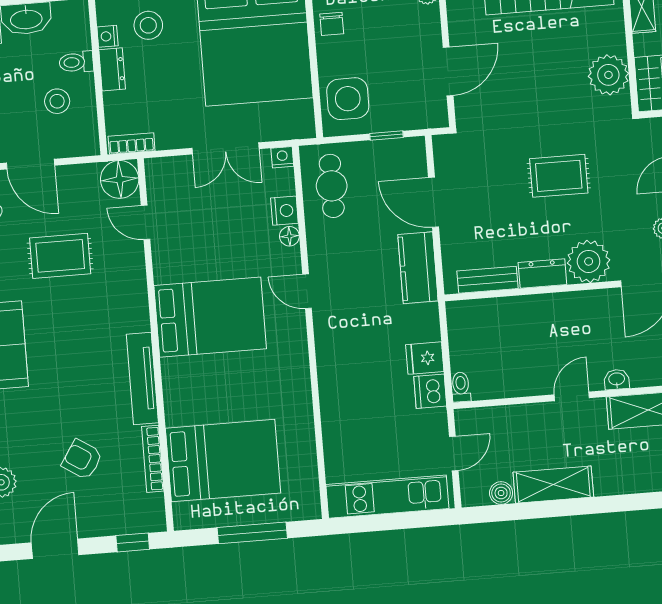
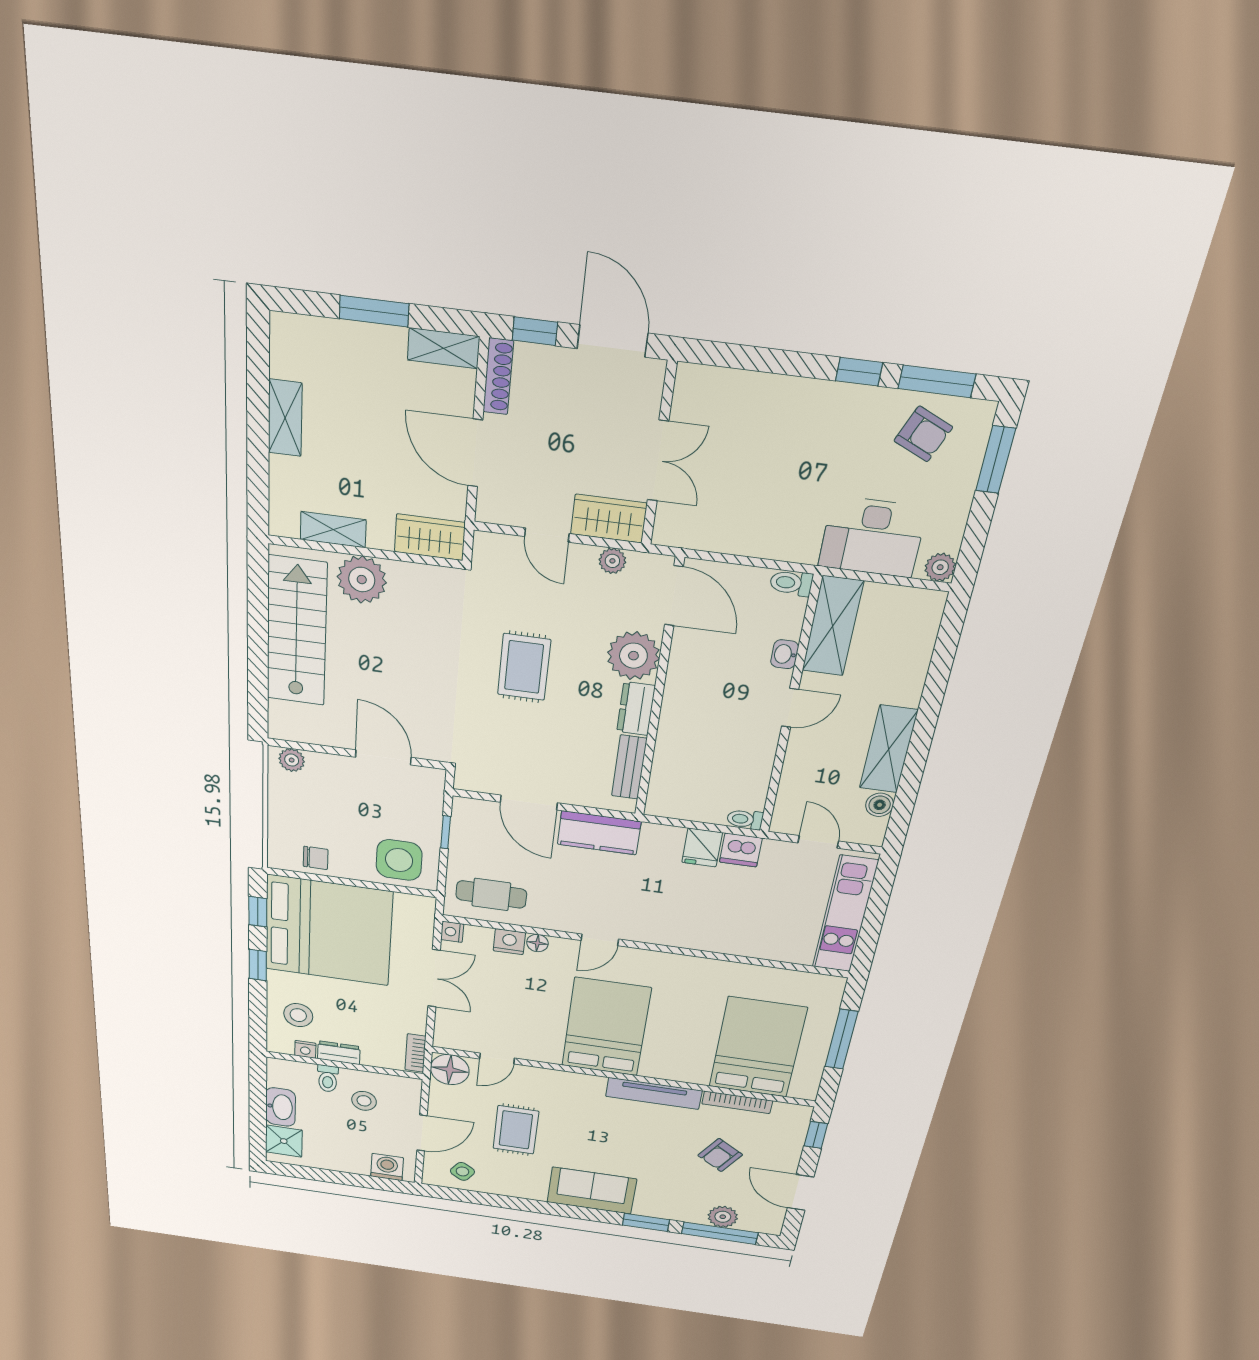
plant: (608, 75) -> (362, 580), moved
door: (434, 202) -> (529, 803), hinge flipped
door: (572, 396) -> (790, 708), swing flipped

